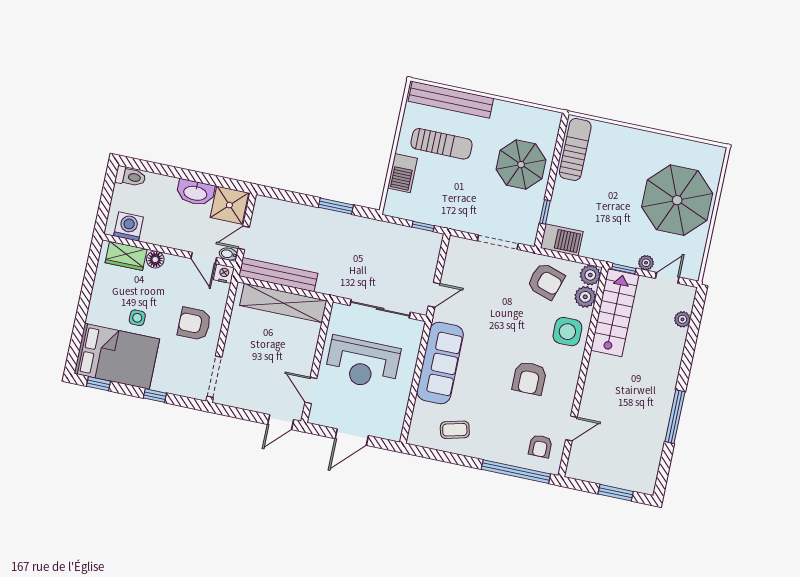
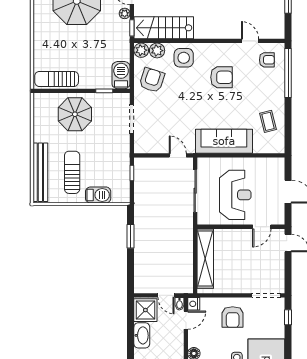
bench: (278, 275) -> (186, 266), removed
window: (155, 396) -> (288, 317), moved

